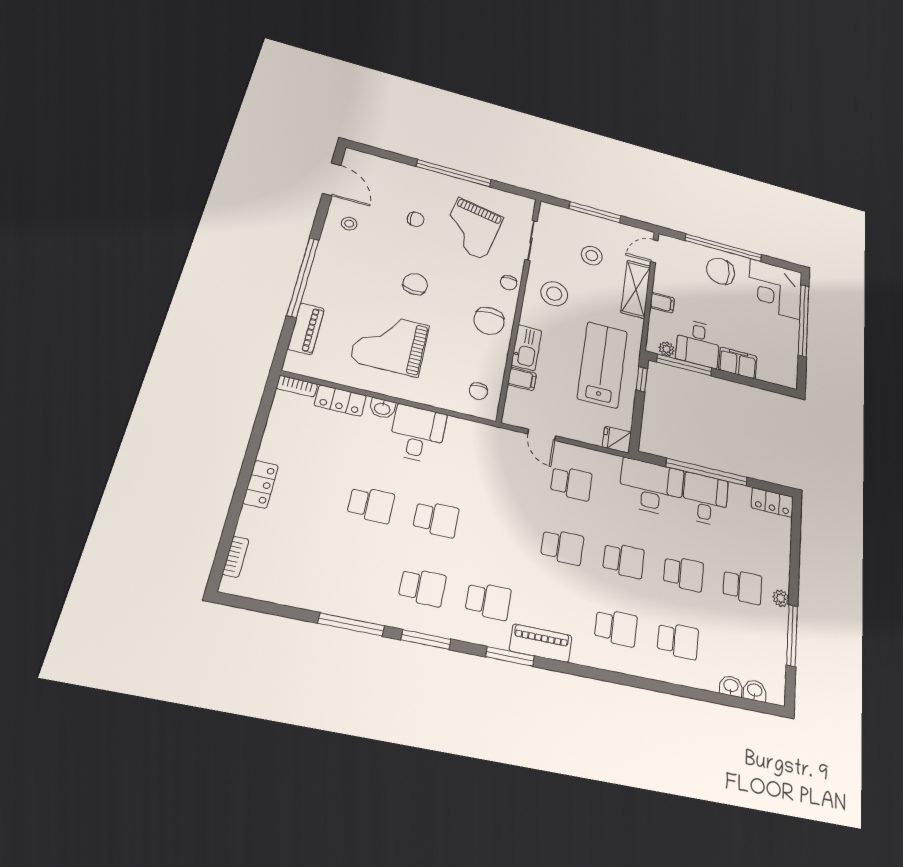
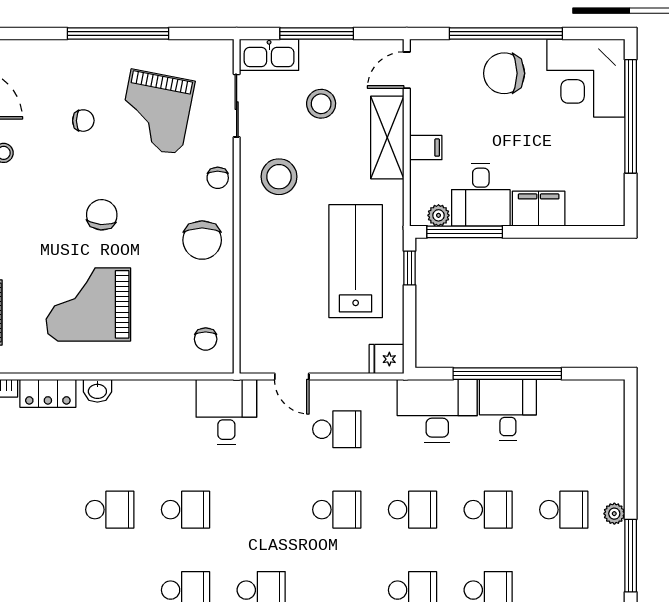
kitchen sink: (526, 348) -> (269, 55), moved, turned 90
filing cabinet: (522, 379) -> (256, 309), removed
desk: (417, 434) -> (226, 412), moved
locker: (772, 502) -> (597, 393), removed

